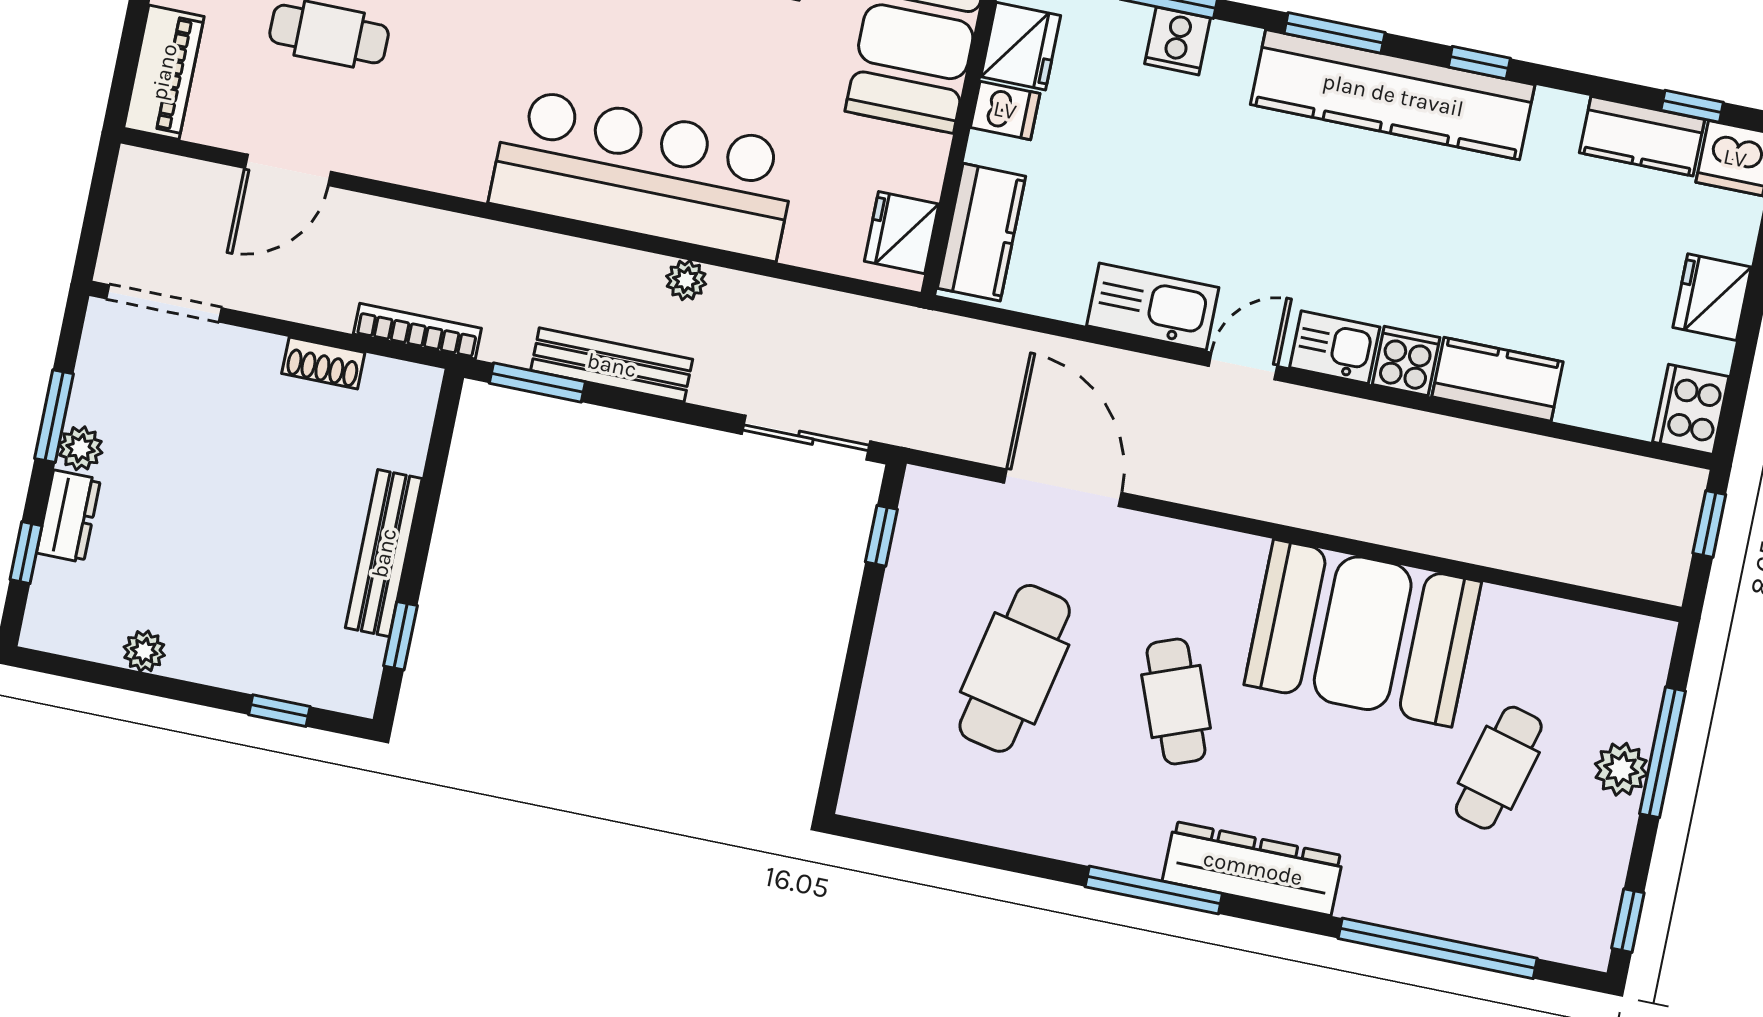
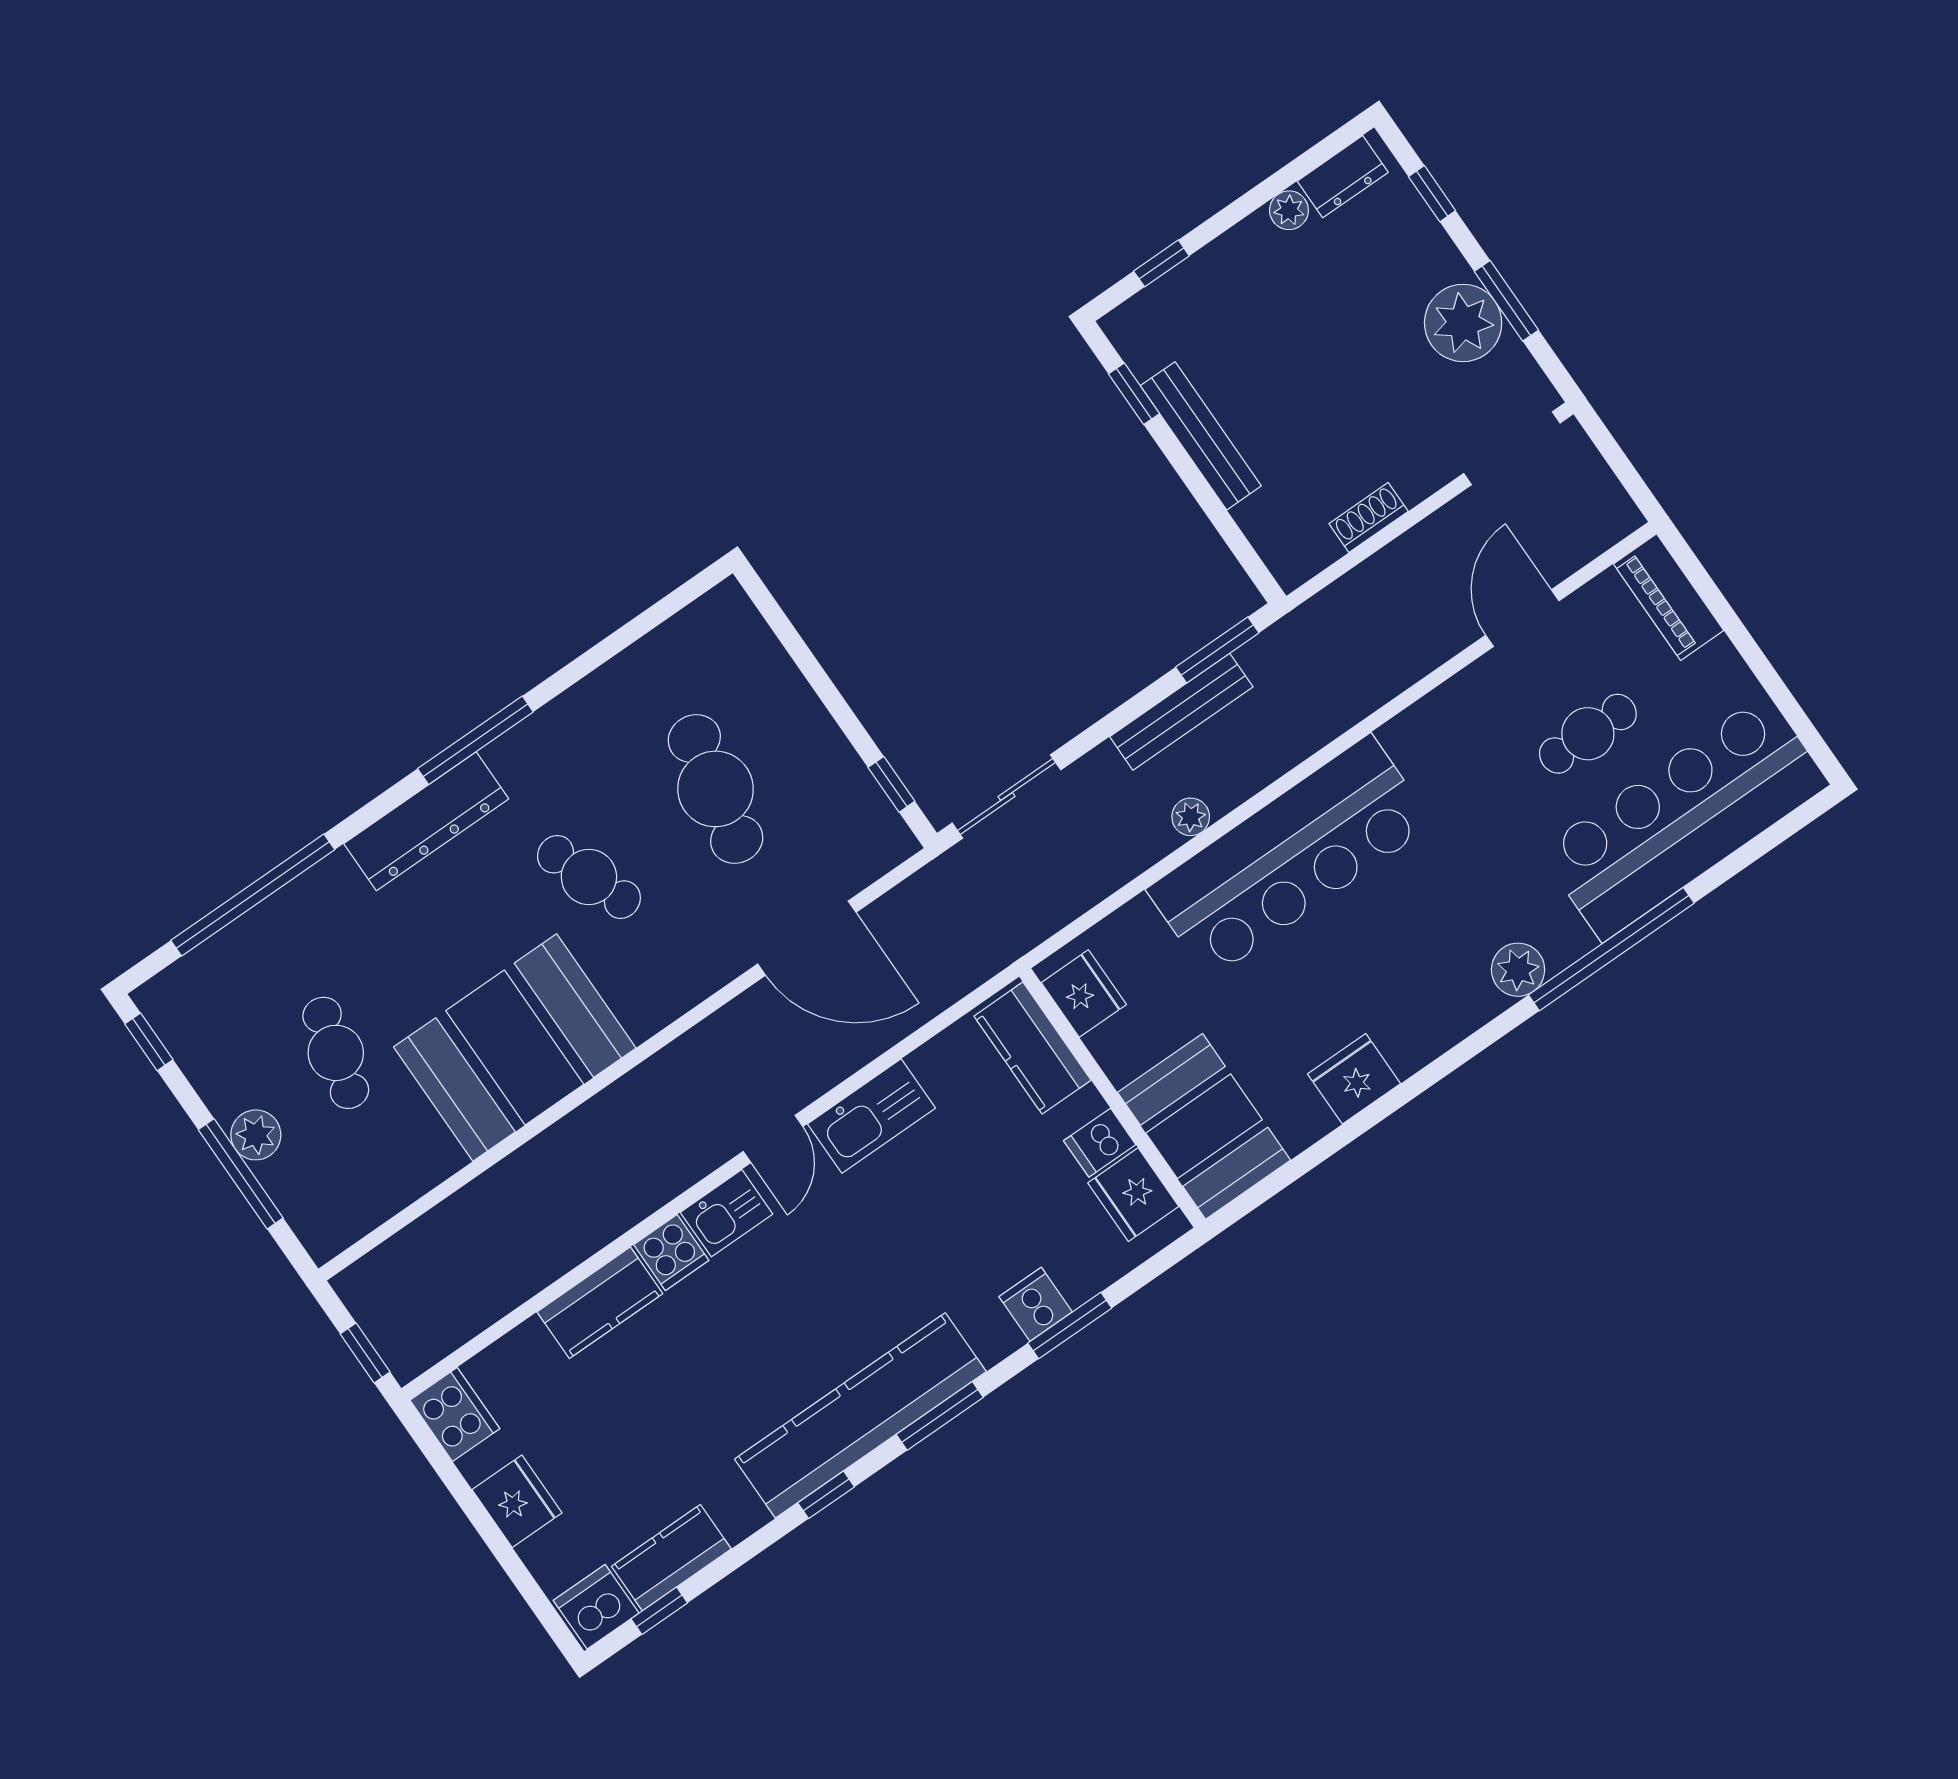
bookcase: (417, 331) -> (1330, 602), removed
plant: (80, 448) -> (1463, 323), width x1.88, depth x1.88
dresser: (69, 516) -> (1343, 177), moved, turned -90

